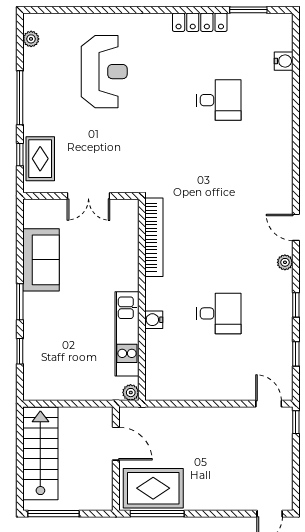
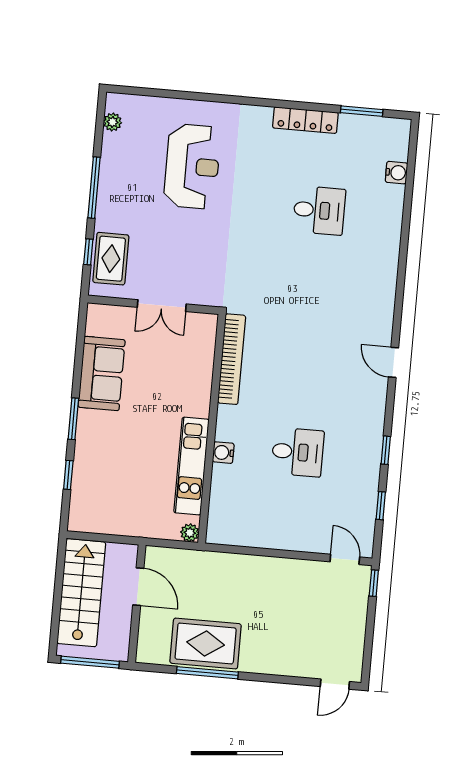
plant: (285, 262) -> (378, 401), removed
door: (116, 444) -> (138, 587), moved
wall: (116, 459) -> (137, 604), moved

